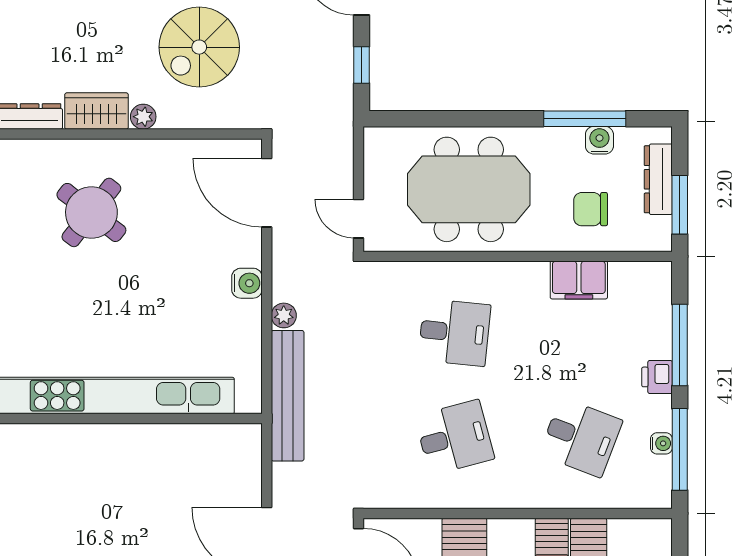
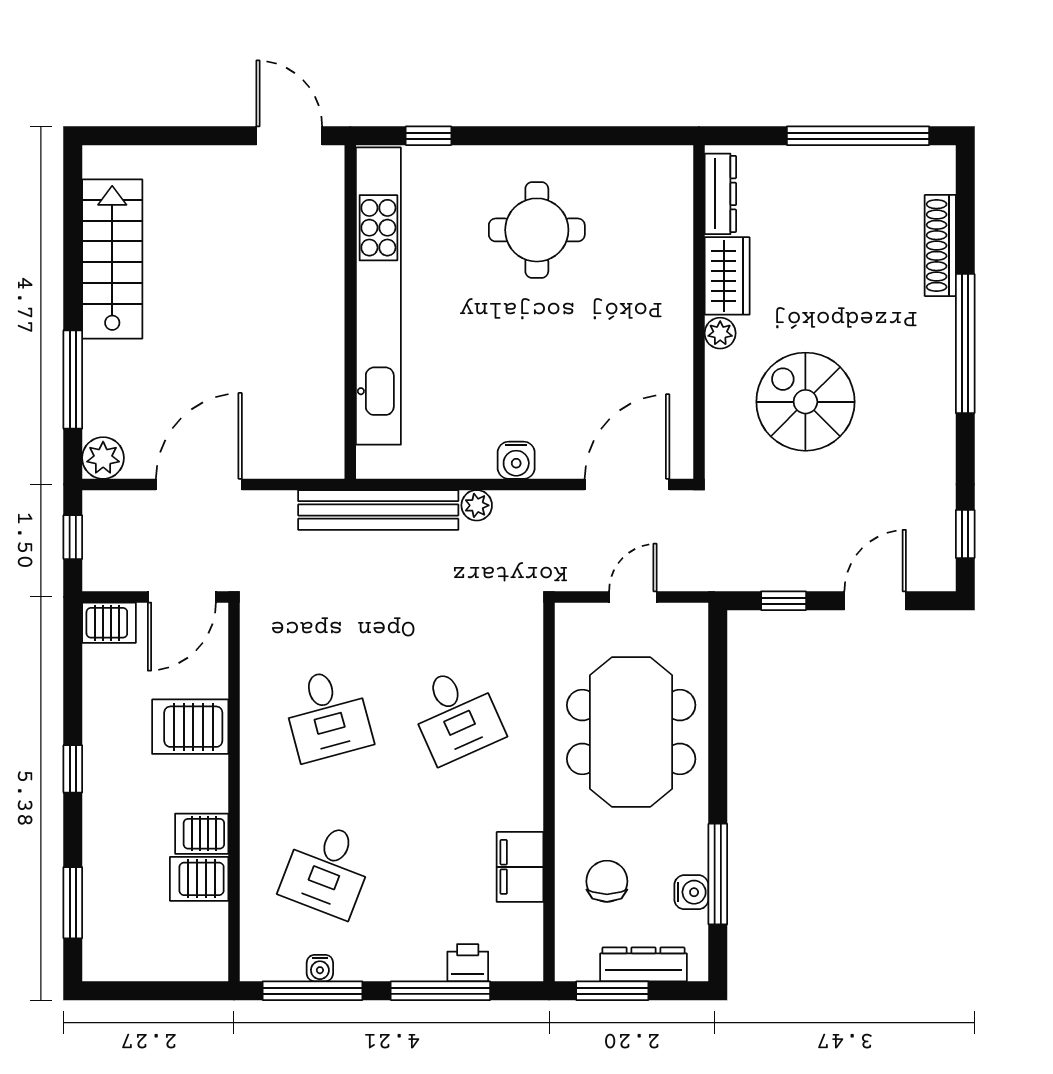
round table: (91, 212) -> (537, 230), moved, turned -38
door: (358, 219) -> (633, 597), moved
desk: (454, 332) -> (456, 715), turned -30
printer: (657, 377) -> (468, 963), moved

